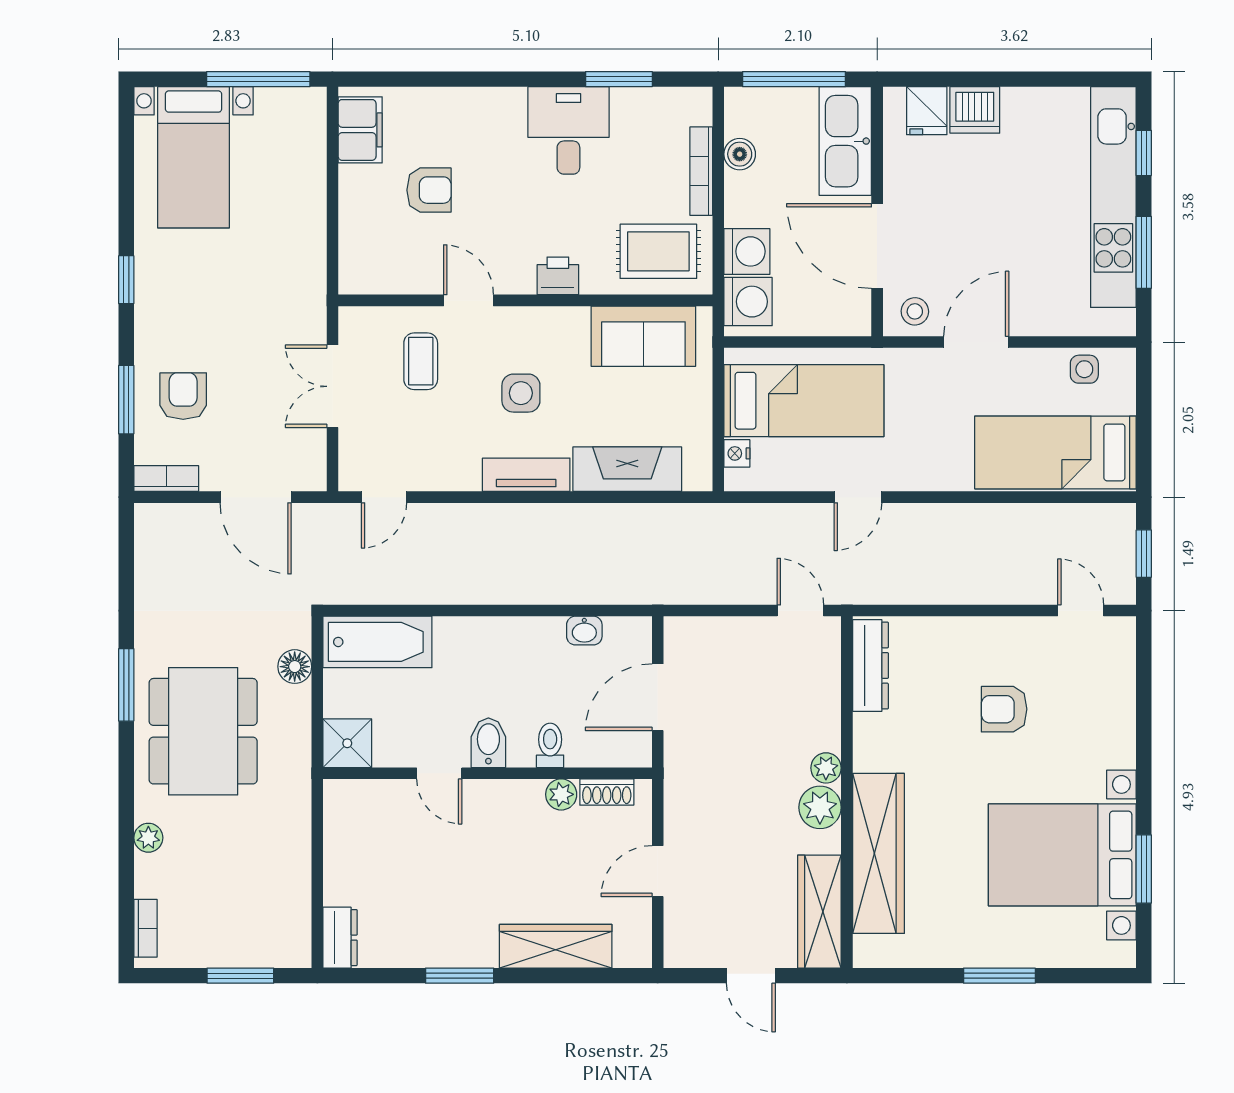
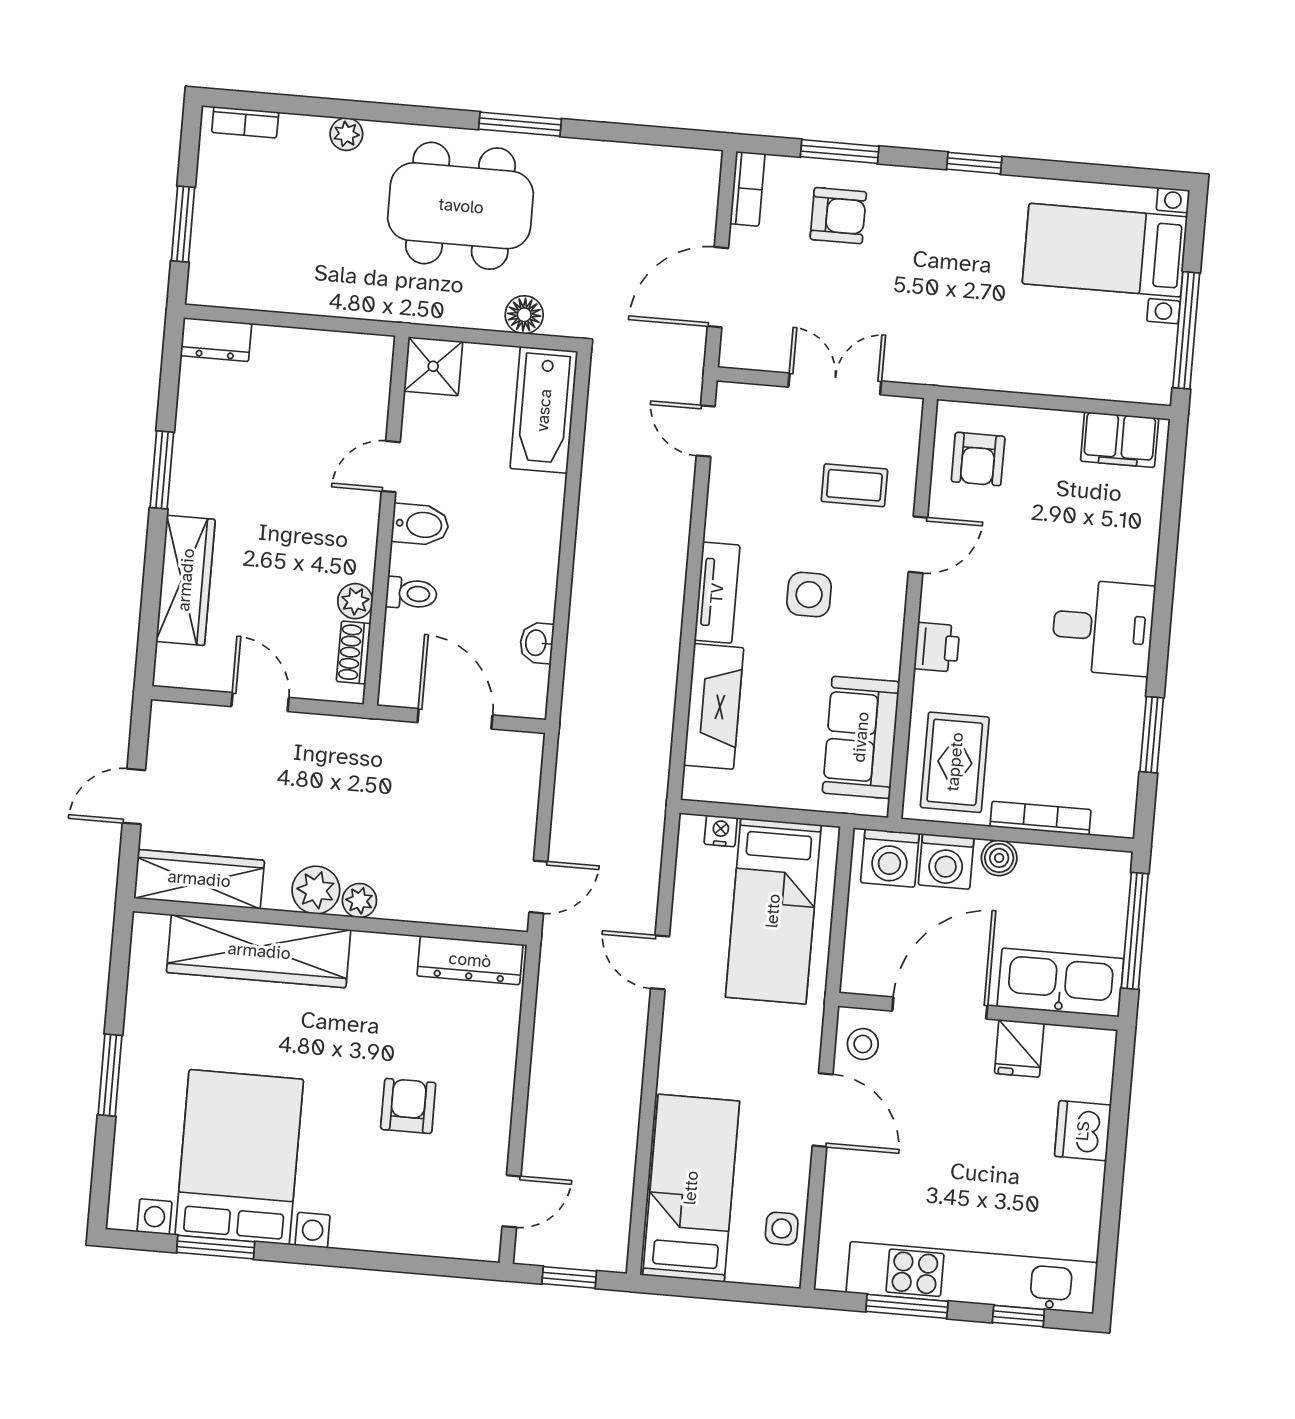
fridge: (927, 111) -> (1019, 1048), moved, turned -90
desk: (568, 130) -> (1103, 627), moved
boiler: (740, 154) -> (999, 858), moved
armchair: (429, 190) -> (978, 459), moved

